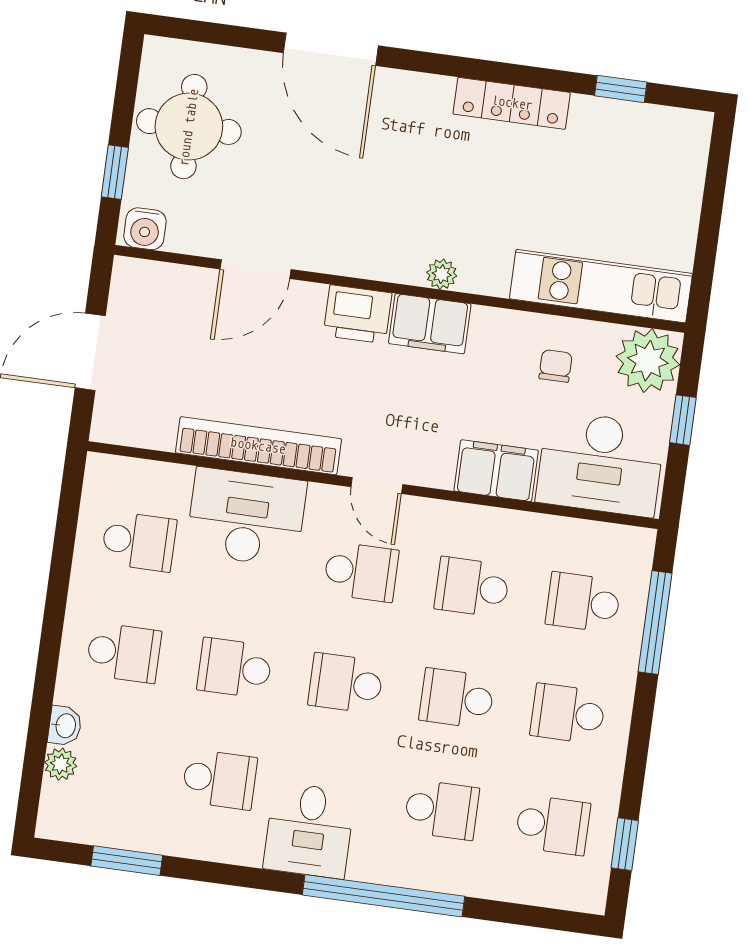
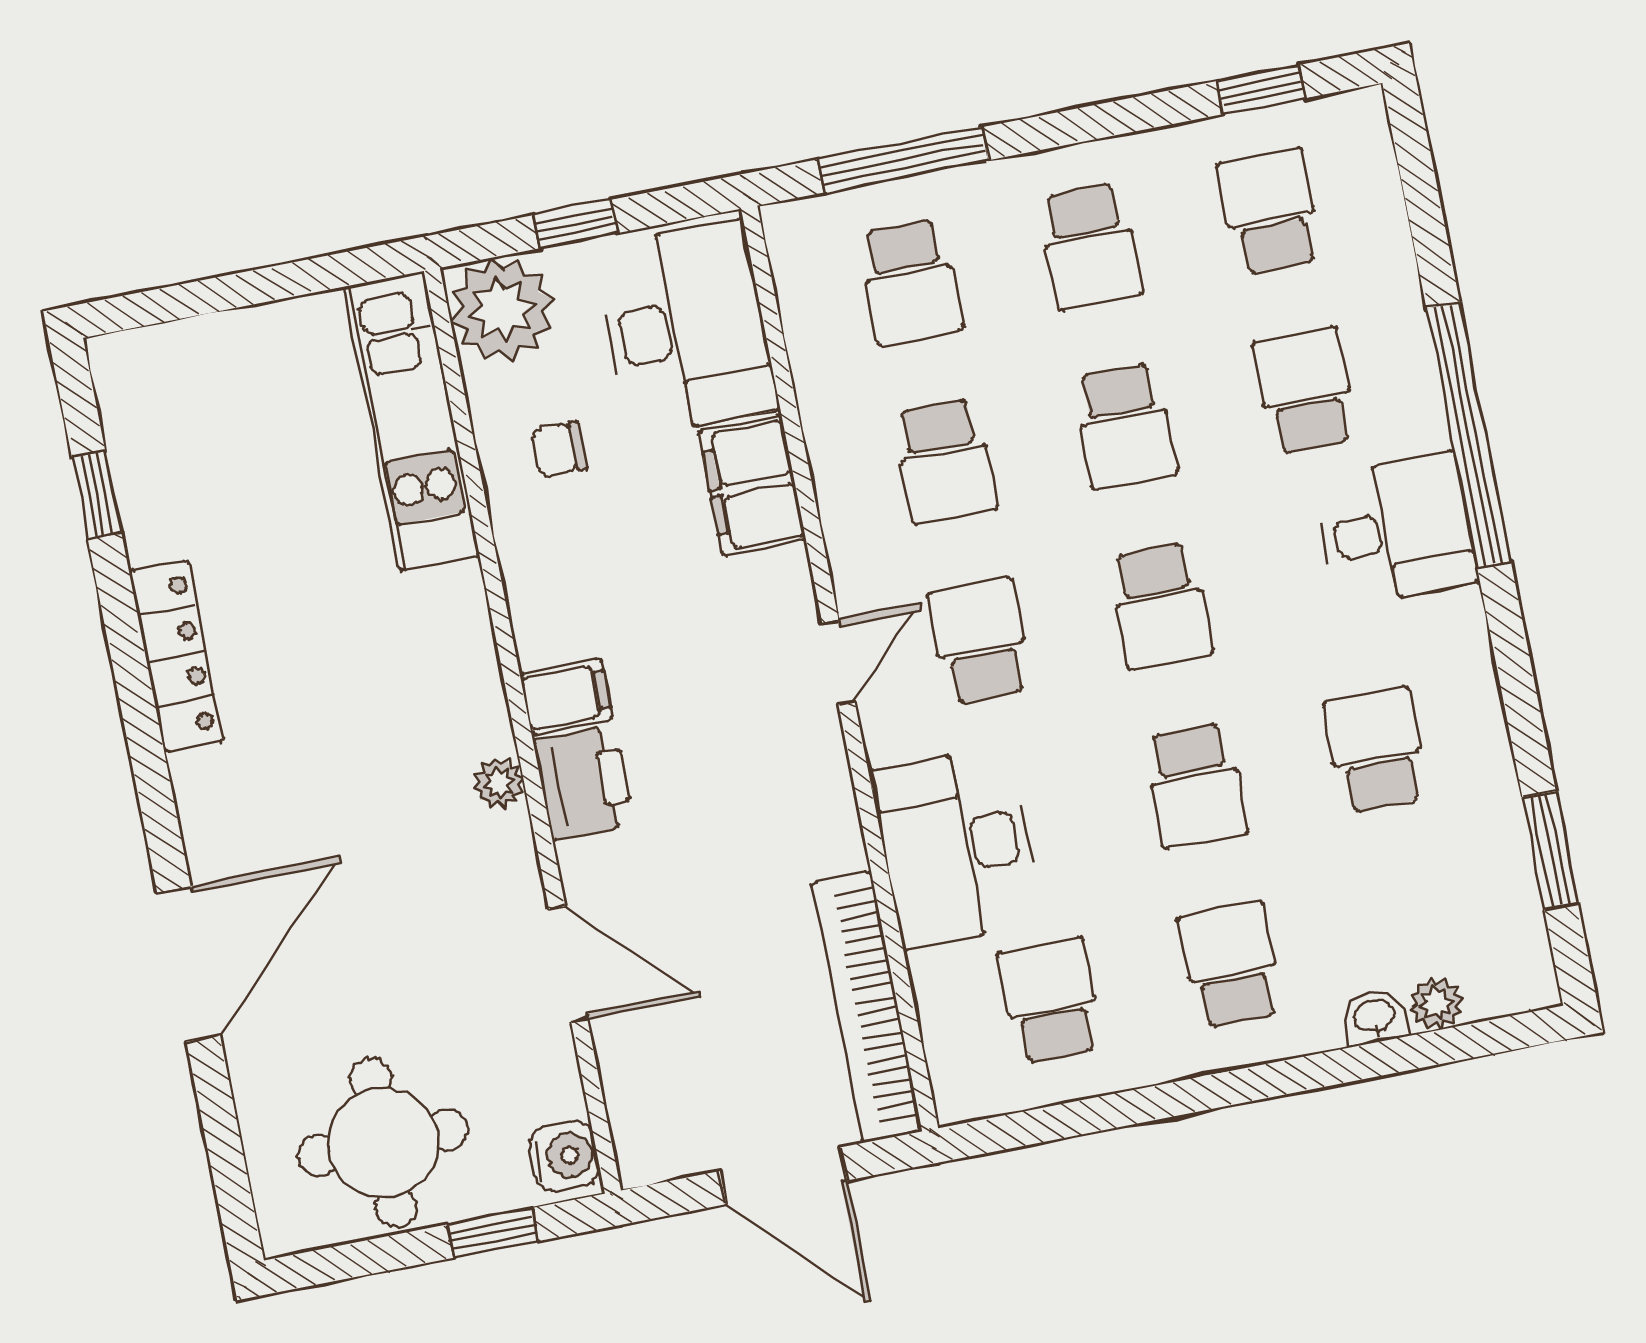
plant: (442, 274) -> (499, 783), moved
filing cabinet: (430, 324) -> (566, 697), width x0.50
bookcase: (258, 446) -> (867, 1007), moved
desk: (309, 830) -> (1396, 530), moved

